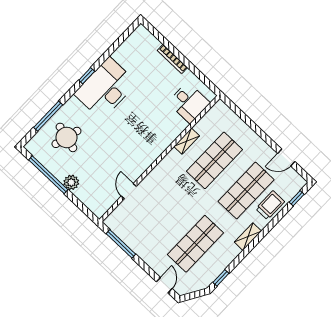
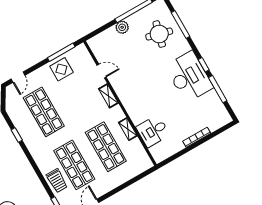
window: (110, 51) -> (218, 89), added
desk: (189, 103) -> (153, 131), moved
shelving: (248, 237) -> (108, 96), moved
display table: (140, 238) -> (61, 69), added
window: (221, 278) -> (17, 135), moved
door: (164, 285) -> (18, 77), hinge flipped

